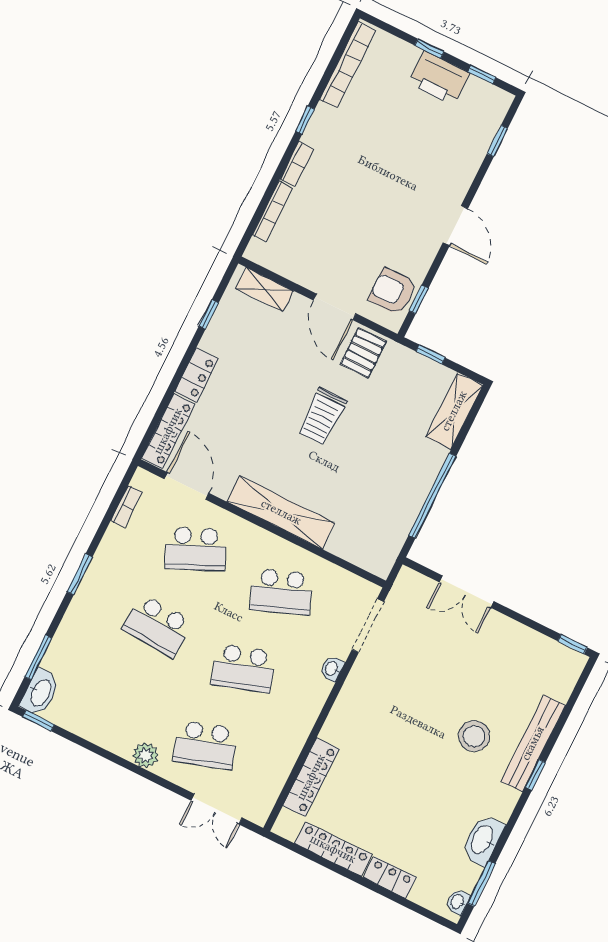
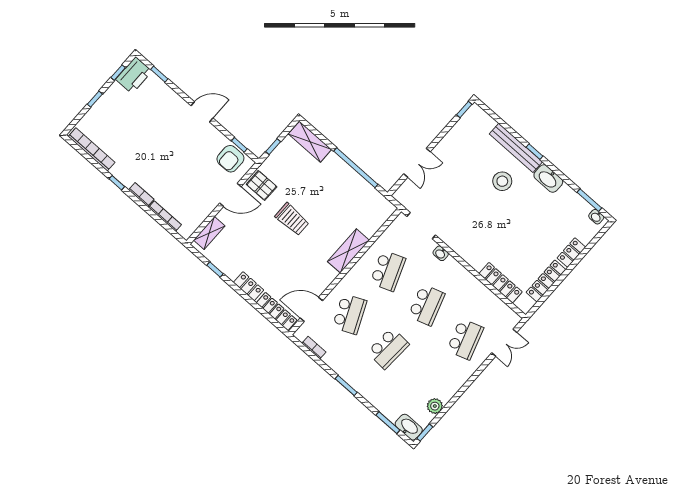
printer: (439, 78) -> (134, 75), moved
shelving: (281, 512) -> (348, 251), width x0.68
plant: (146, 755) -> (435, 406), moved
washbasin: (483, 840) -> (548, 179), moved

